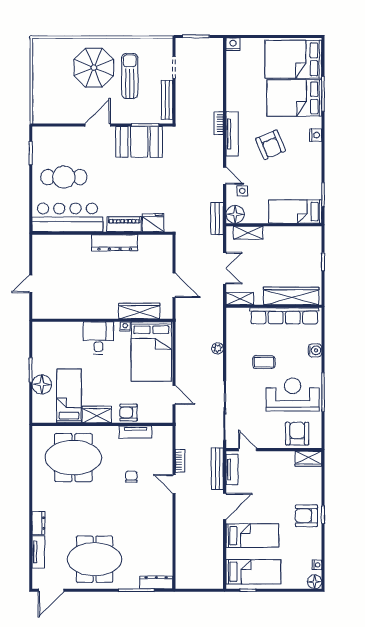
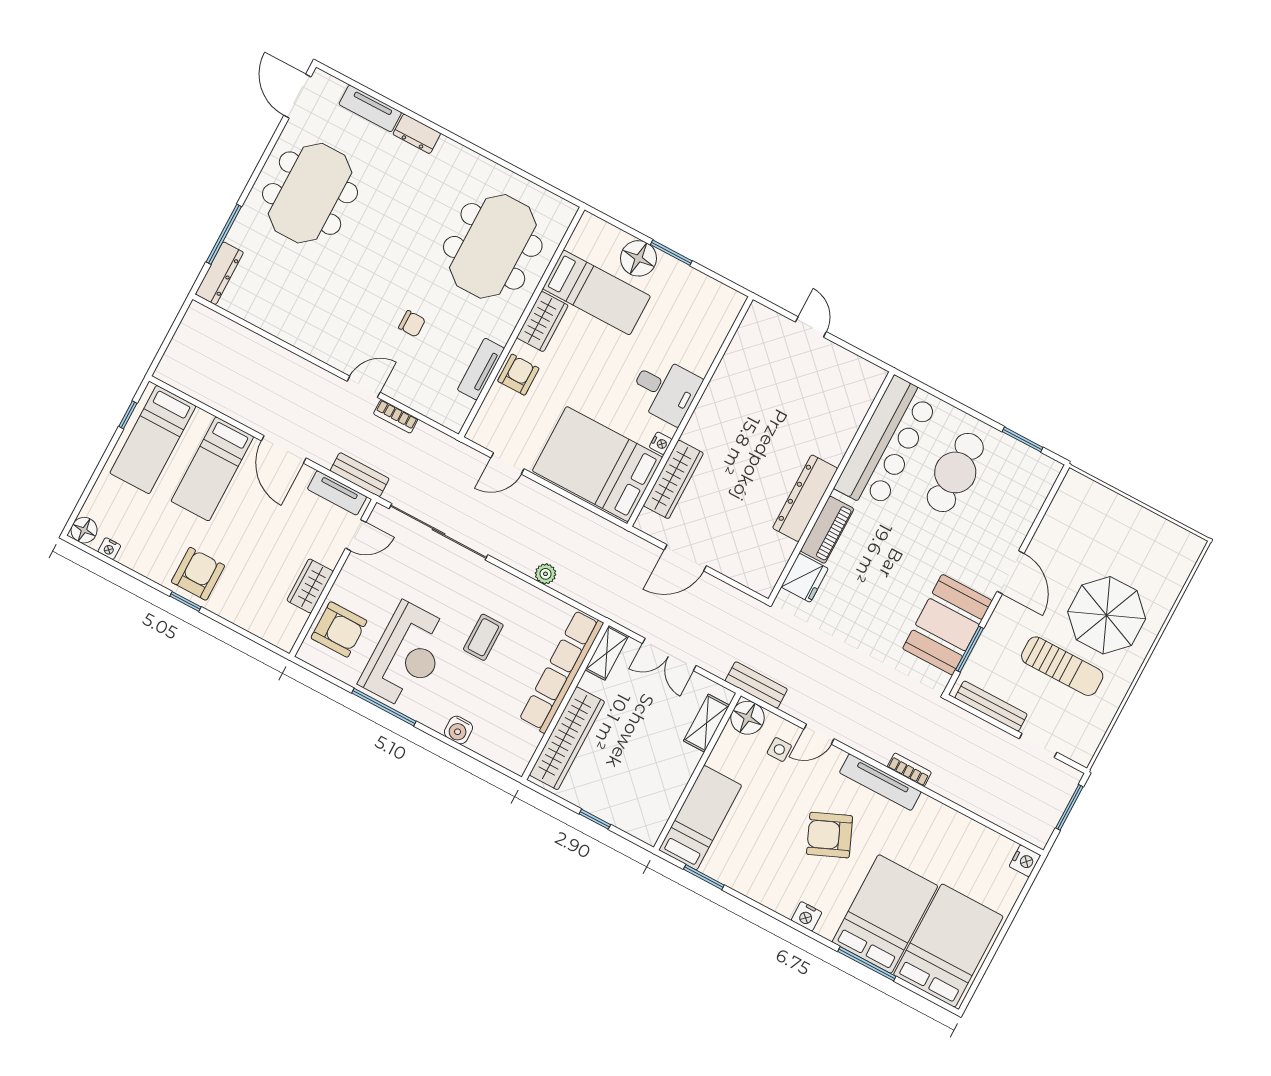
row of seats: (284, 316) -> (561, 671), moved
wardrobe: (309, 459) -> (310, 586), moved
bench: (217, 469) -> (360, 475), width x0.73

